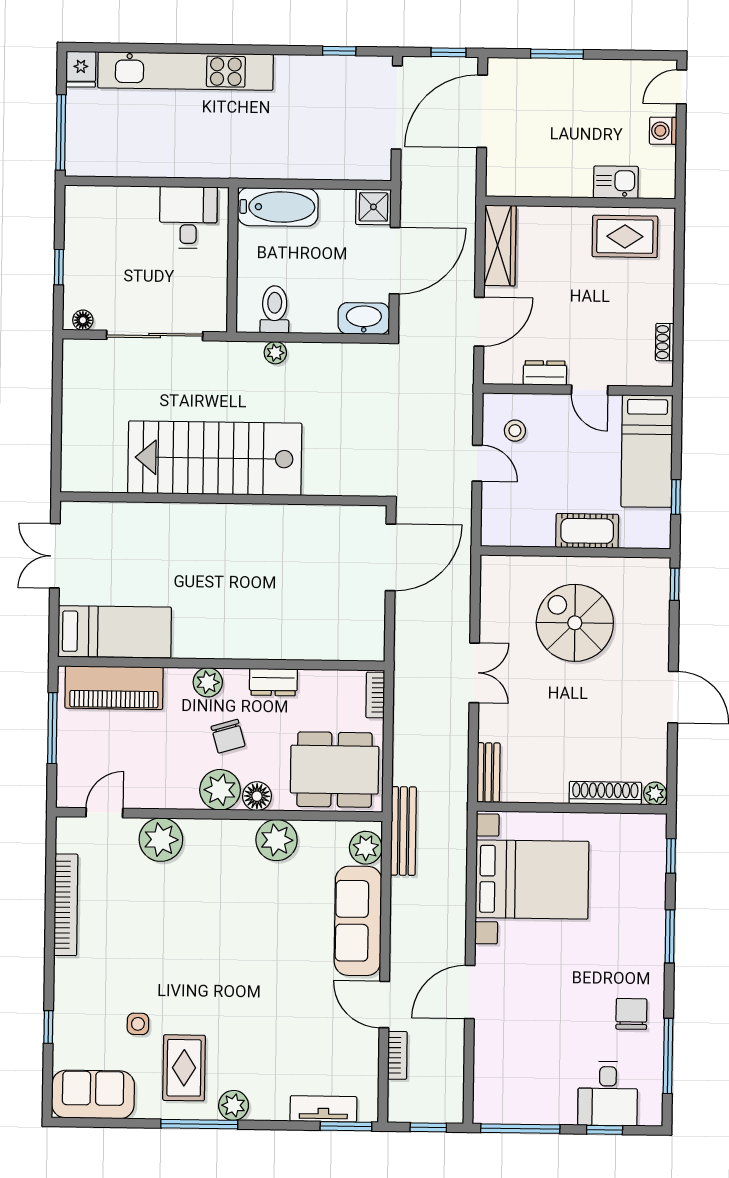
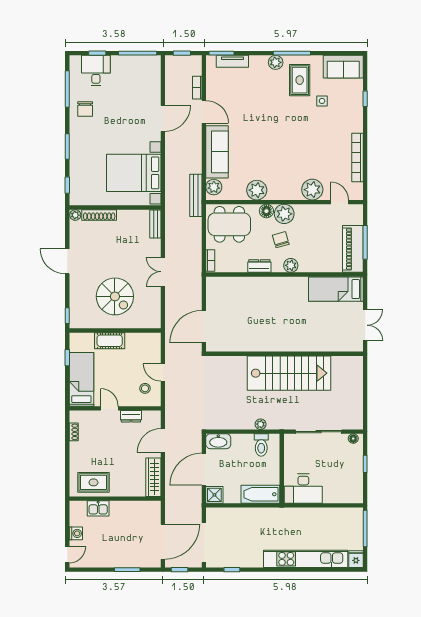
desk: (188, 217) -> (303, 489), width x1.37
piano: (114, 688) -> (353, 249), moved, turned -90
door: (104, 813) -> (340, 202), swing flipped

